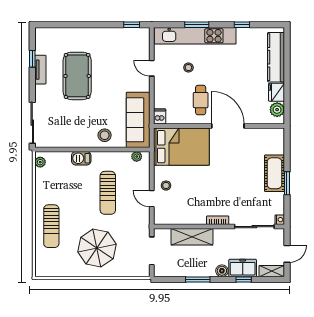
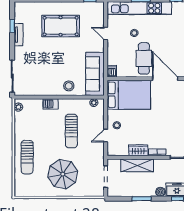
pool table: (77, 76) -> (61, 26), moved, turned 90
cafe table: (201, 100) -> (144, 58), width x1.37, depth x1.35
door: (152, 199) -> (106, 136), hinge flipped
wardrobe: (193, 217) -> (138, 150), added

